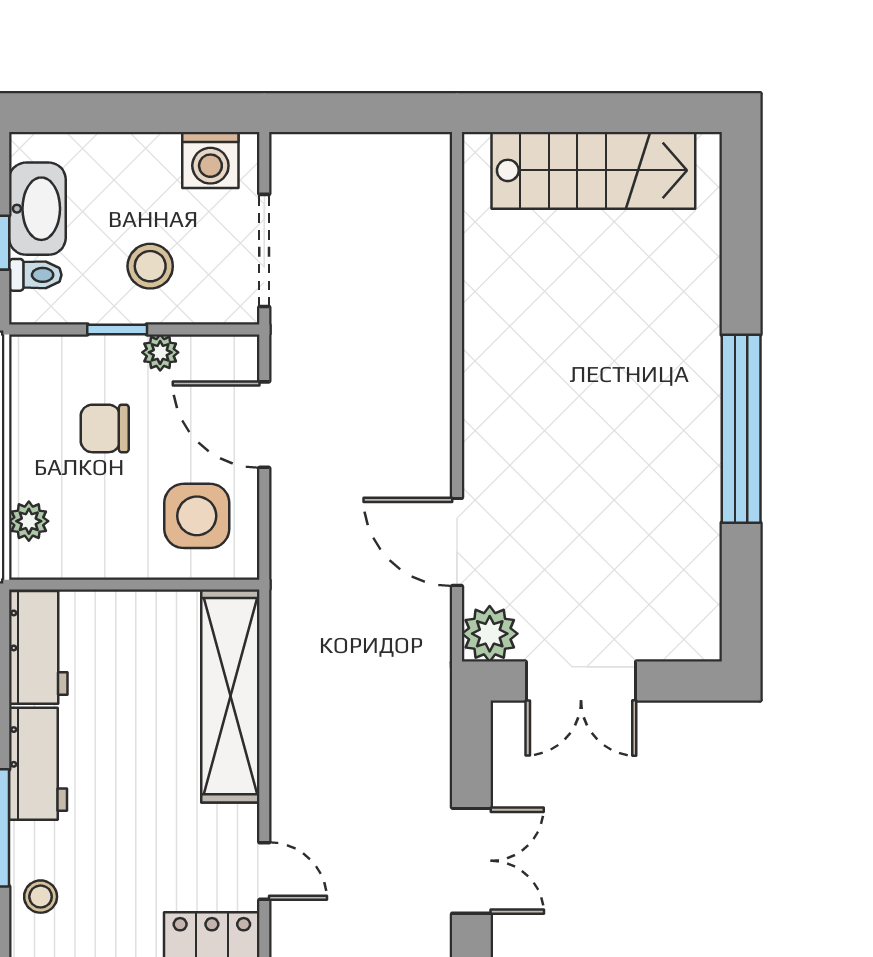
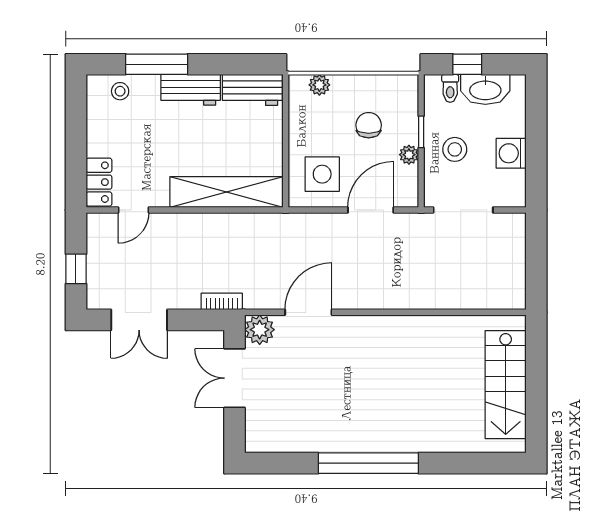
washing machine: (210, 160) -> (511, 153), moved
bookcase: (437, 705) -> (222, 301), added

